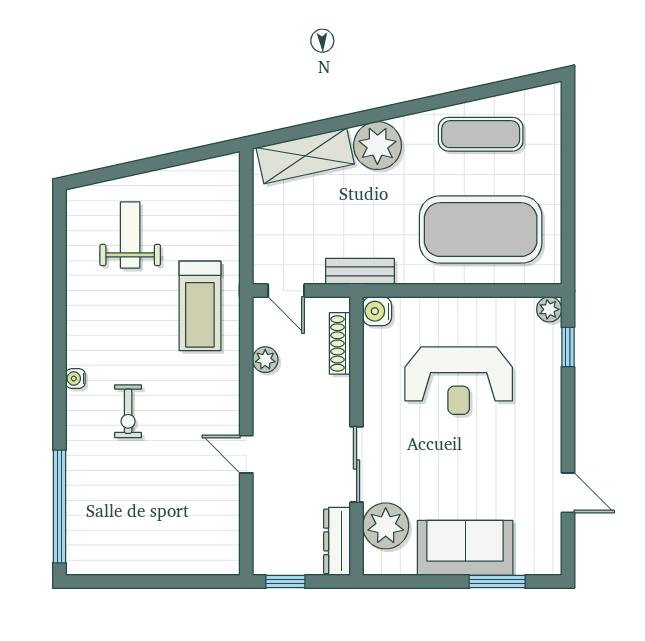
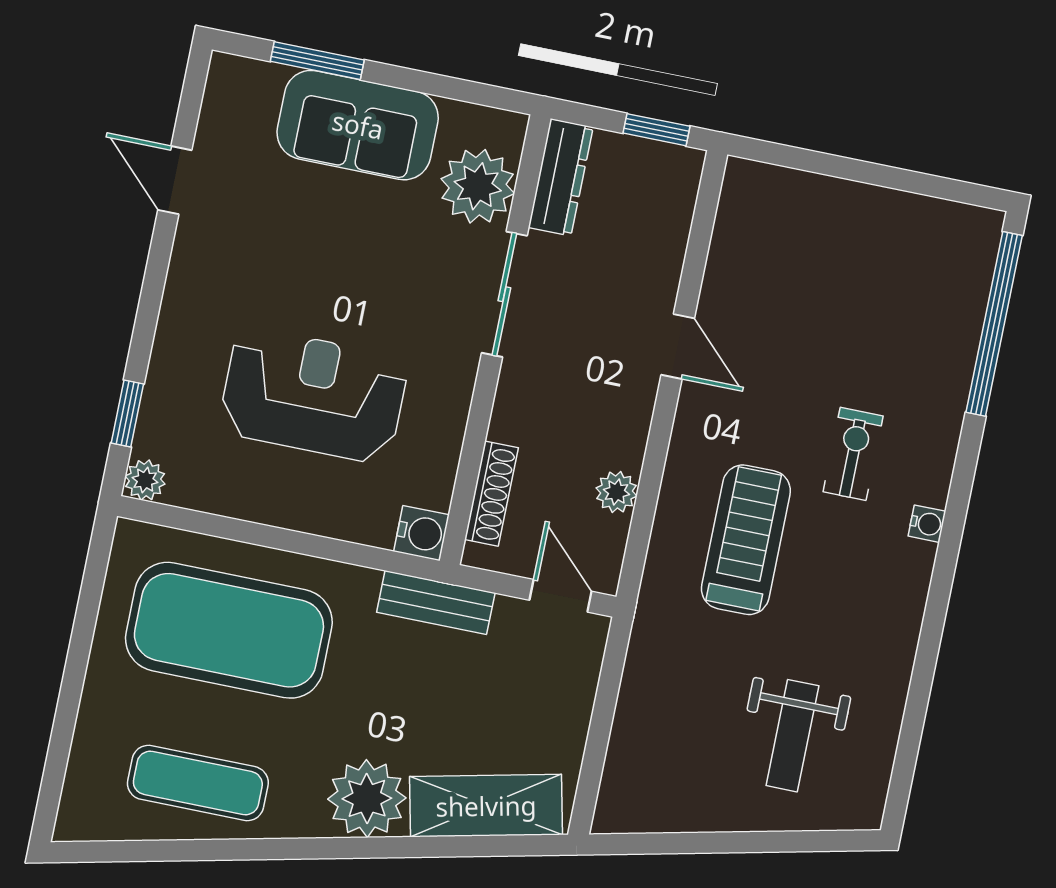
treadmill: (200, 306) -> (746, 540), moved

